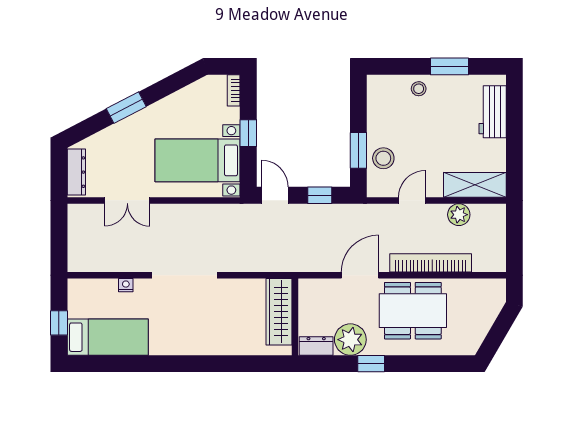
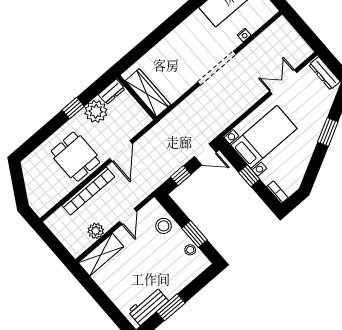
stool: (419, 89) -> (190, 250), moved
workbench: (493, 112) -> (148, 306), moved, turned -90
window: (358, 150) -> (194, 234), moved
dining table: (413, 311) -> (75, 157), width x0.73

